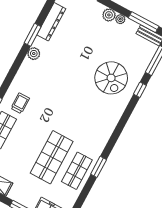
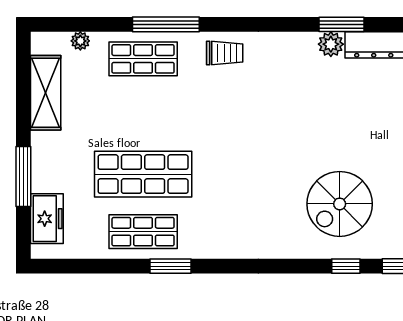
plant: (34, 54) -> (331, 44), moved
trolley: (20, 103) -> (225, 53), moved

